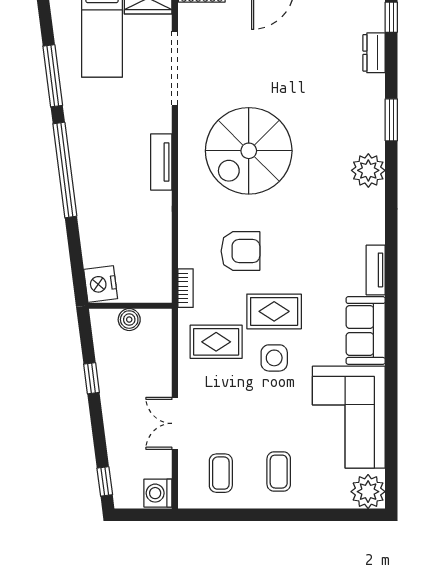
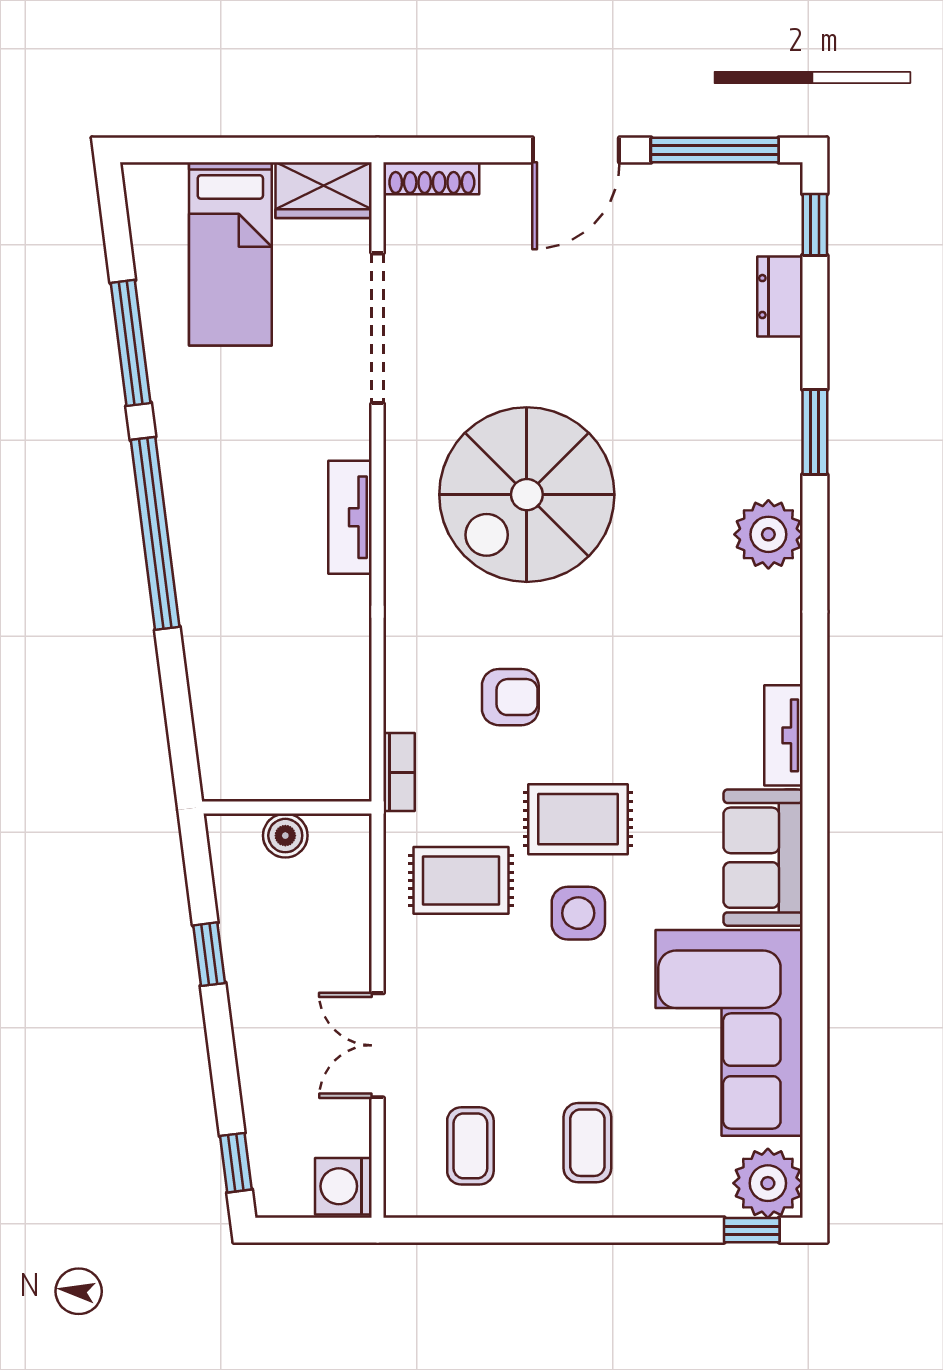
armchair: (241, 251) -> (510, 697), width x0.72, depth x0.72
nightstand: (101, 284) -> (227, 764), removed
window: (360, 515) -> (752, 1230), added

